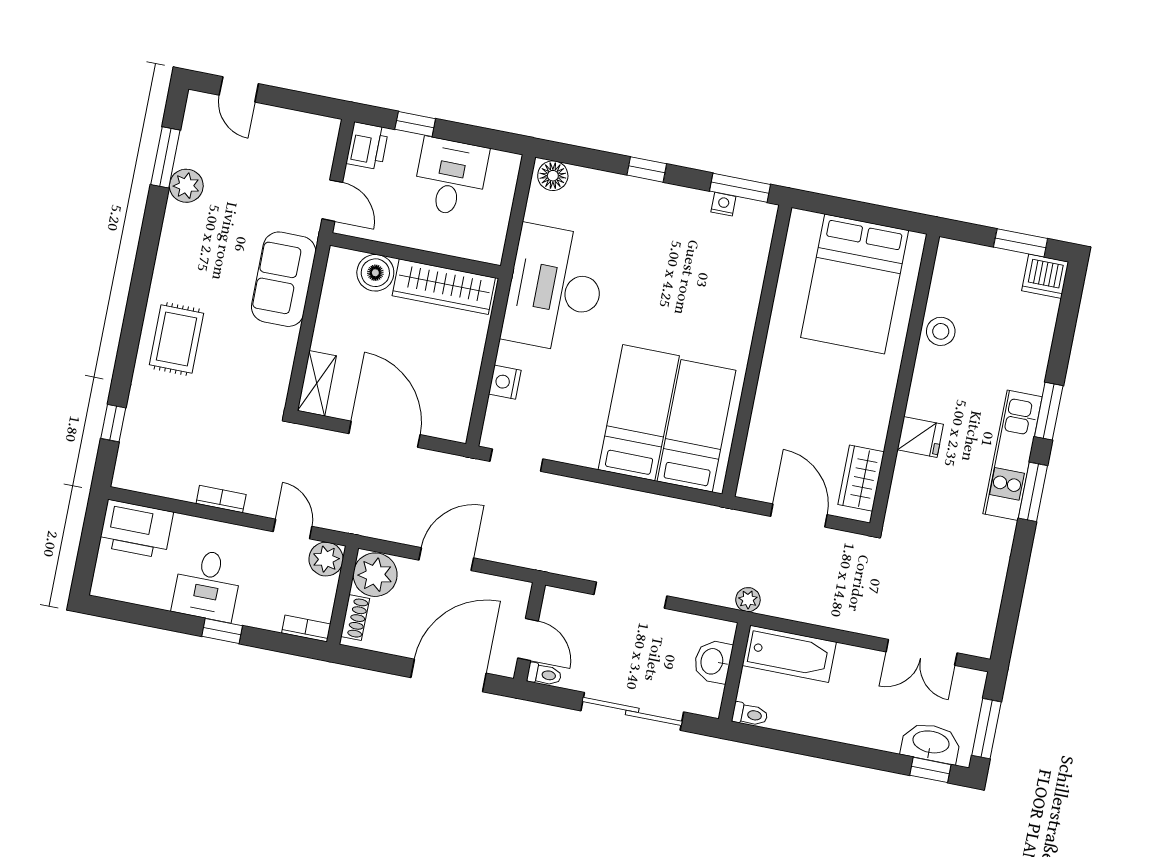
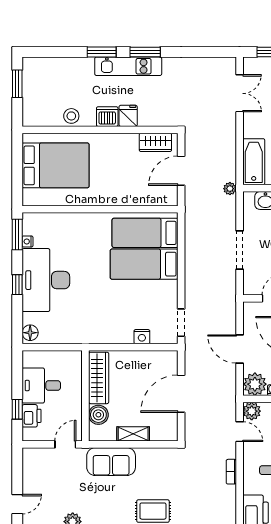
printer: (367, 146) -> (32, 416), moved, turned 90
dishwasher: (1045, 276) -> (107, 117), moved, turned -90
desk: (555, 289) -> (46, 280), moved, turned 90
shelving: (317, 383) -> (133, 434), moved
door: (293, 529) -> (240, 432), swing flipped

